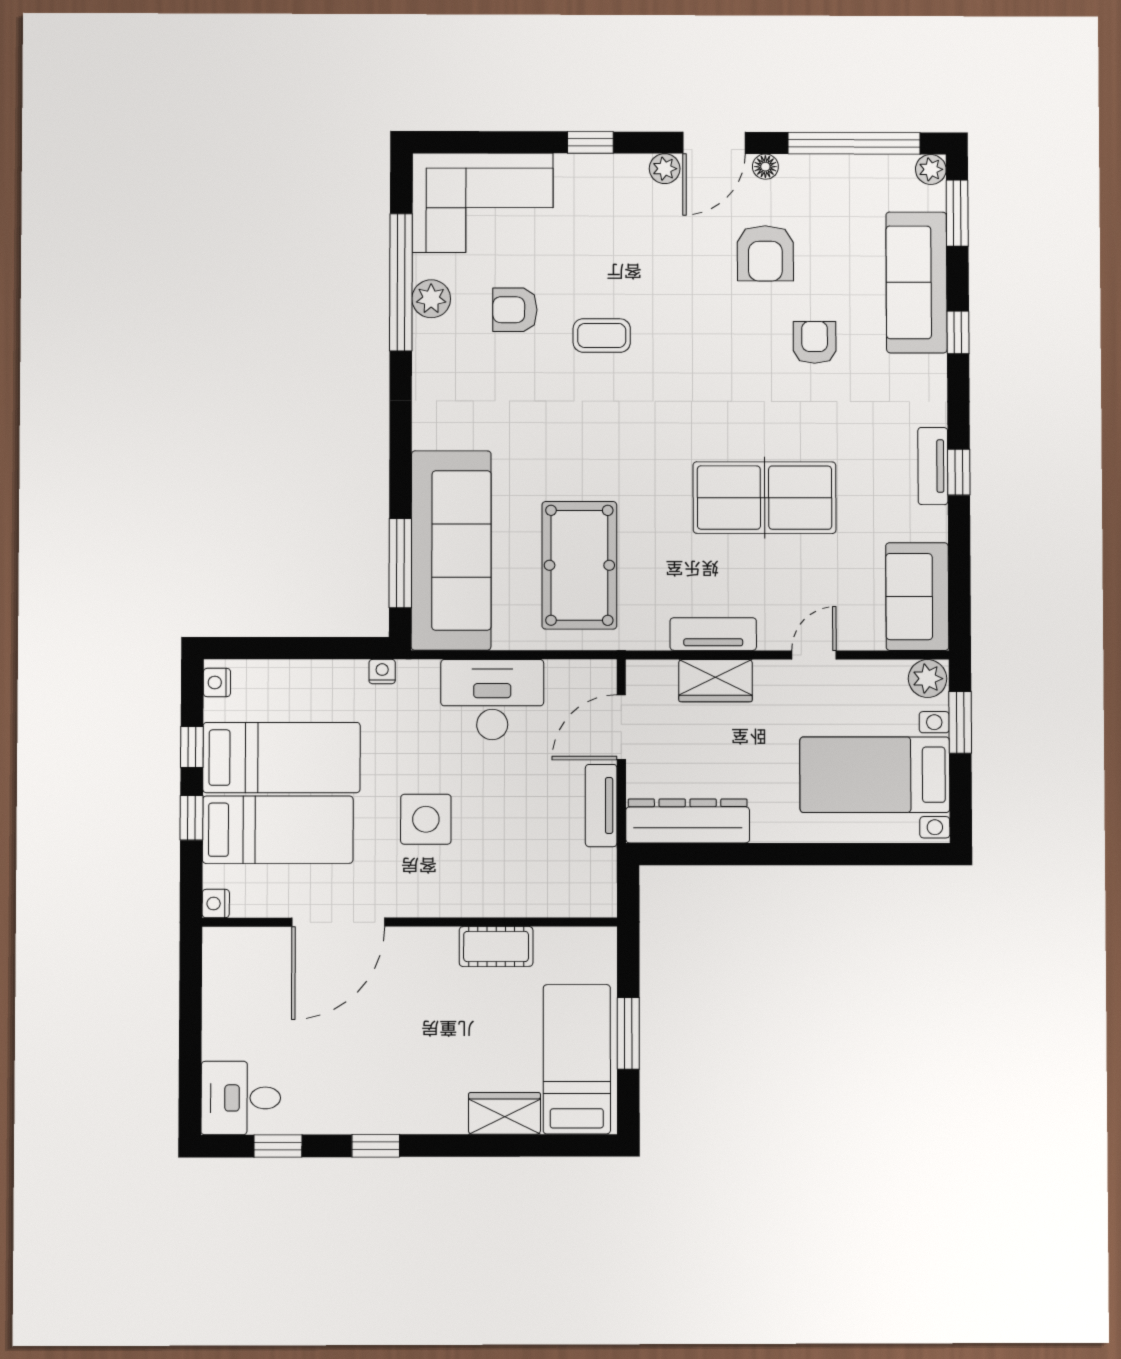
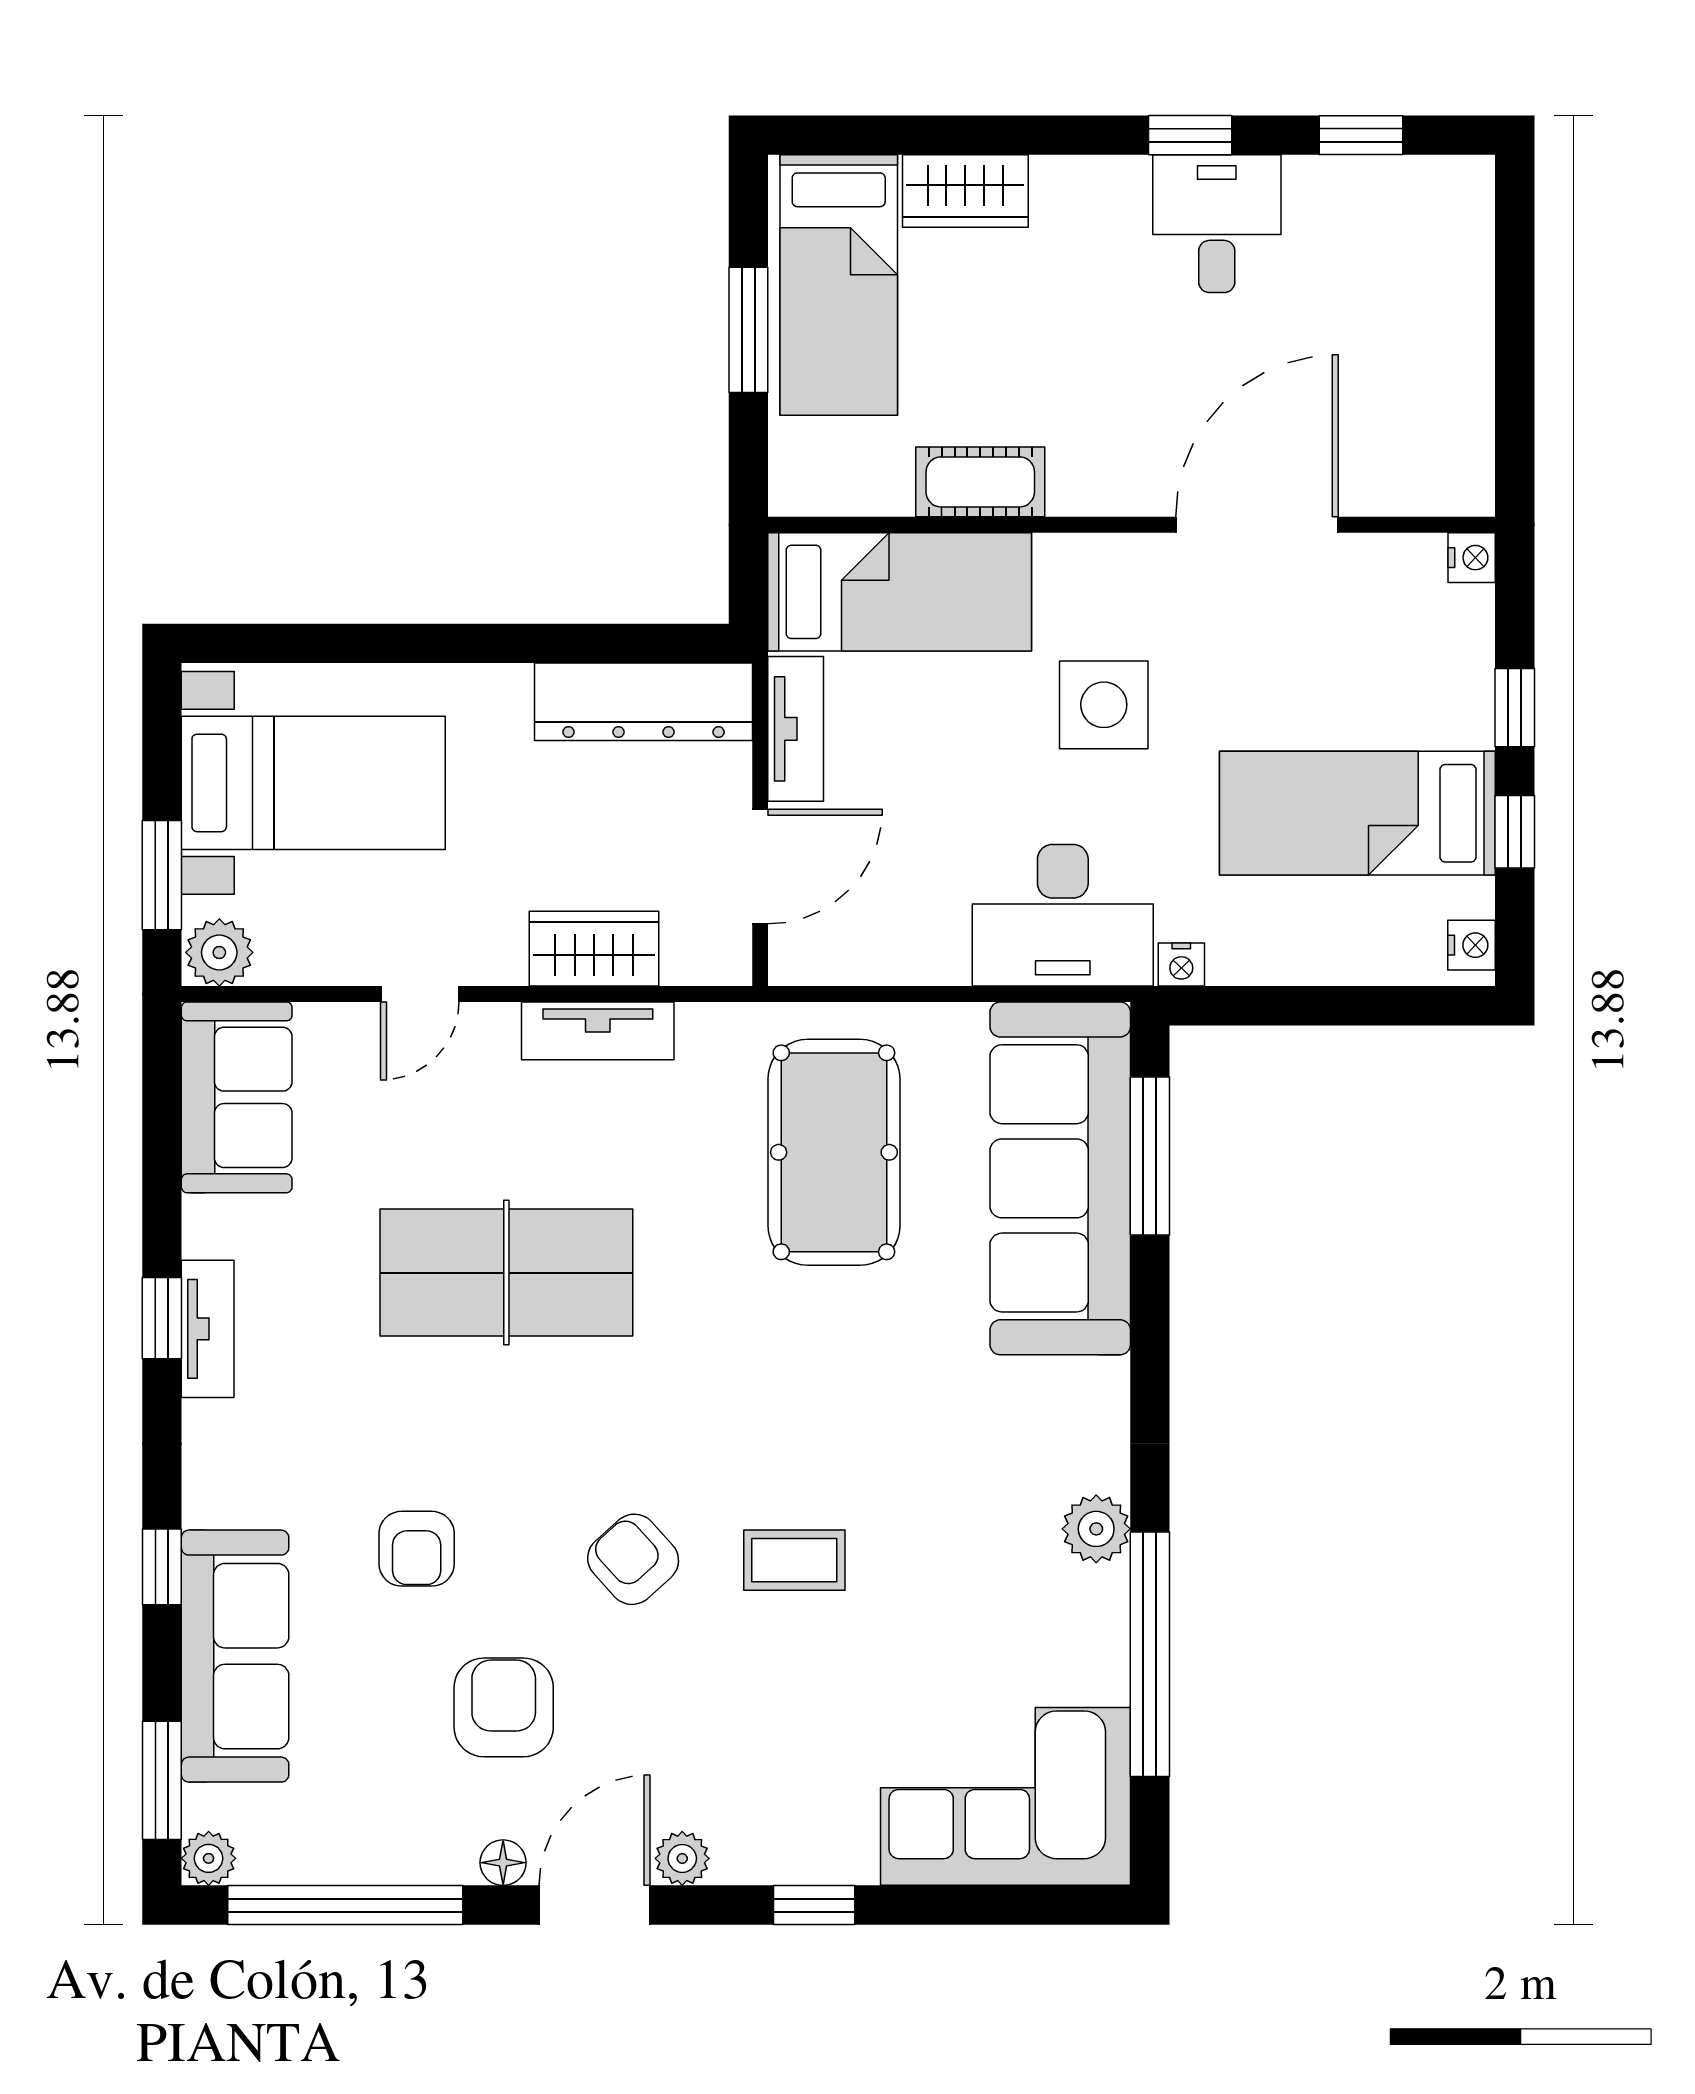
plant: (431, 299) -> (1096, 1529), moved
armchair: (515, 310) -> (633, 1559), moved, turned -132
desk: (492, 700) -> (1063, 915), moved
bed: (278, 830) -> (900, 592), moved, turned 180
desk: (241, 1098) -> (1217, 224), moved, turned -90

